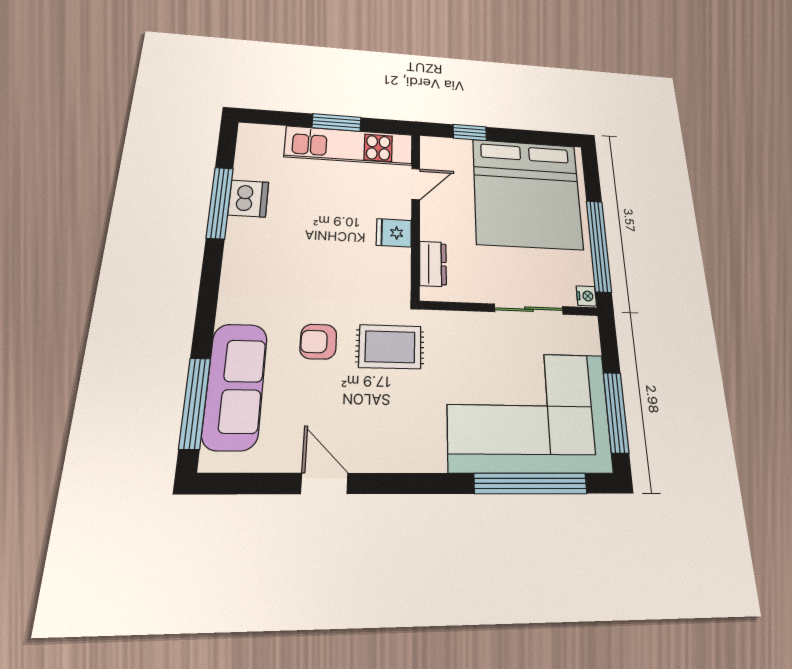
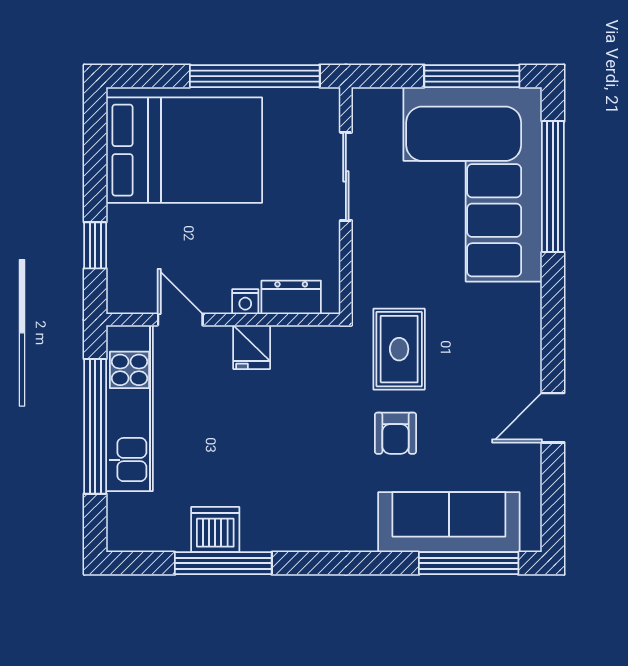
window: (337, 122) -> (95, 426), width x2.11
bed: (527, 194) -> (184, 150), width x0.73
nightstand: (586, 296) -> (245, 302), moved, turned 180

